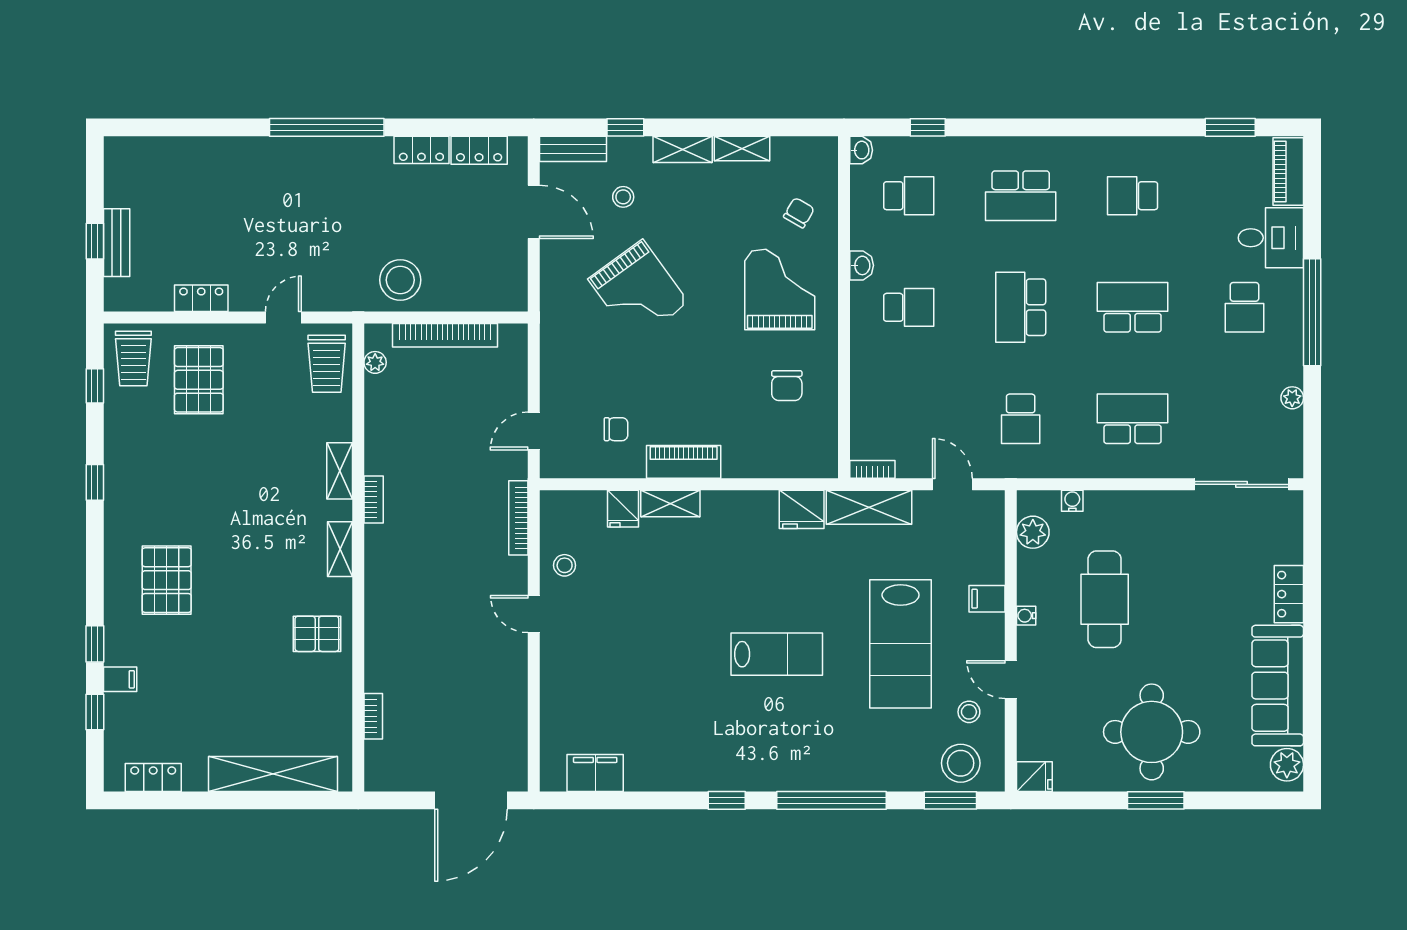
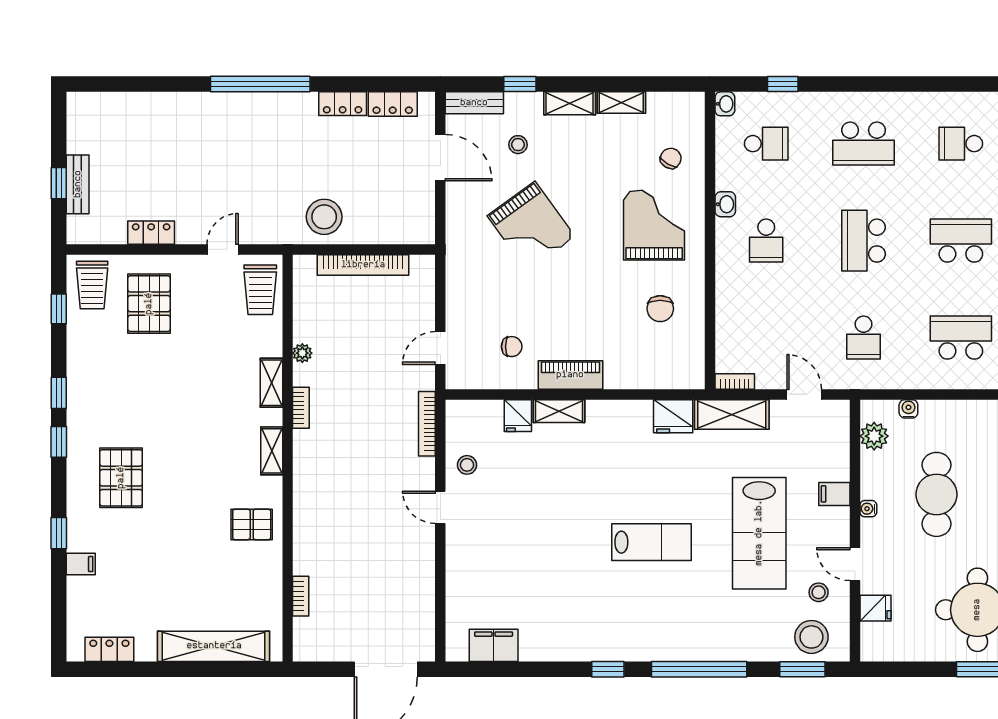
school desk: (909, 307) -> (766, 241), turned 90
plant: (375, 362) -> (302, 353), moved
window: (95, 712) -> (59, 442), moved
fridge: (1034, 777) -> (875, 608), moved

